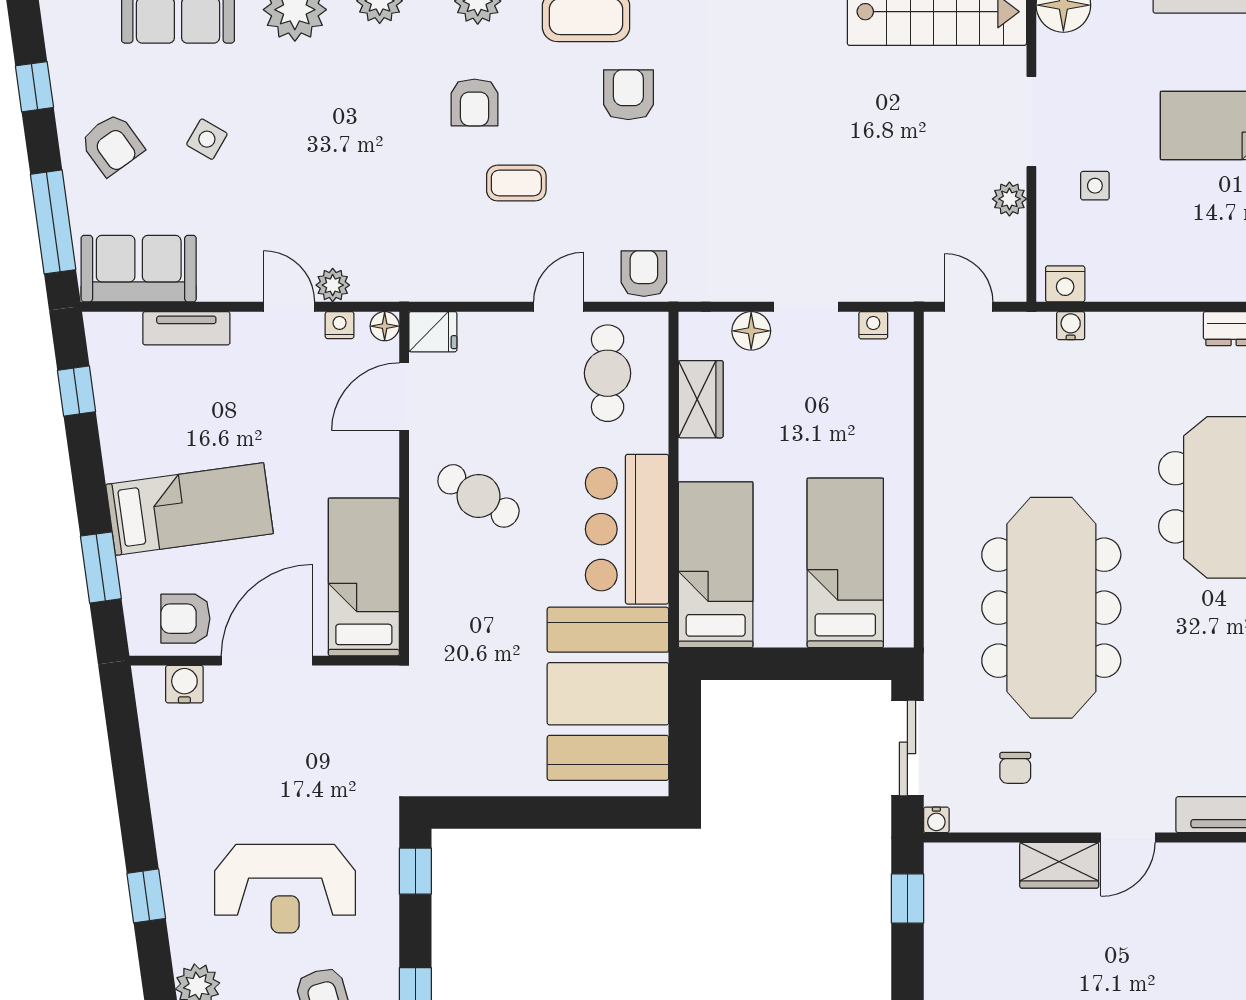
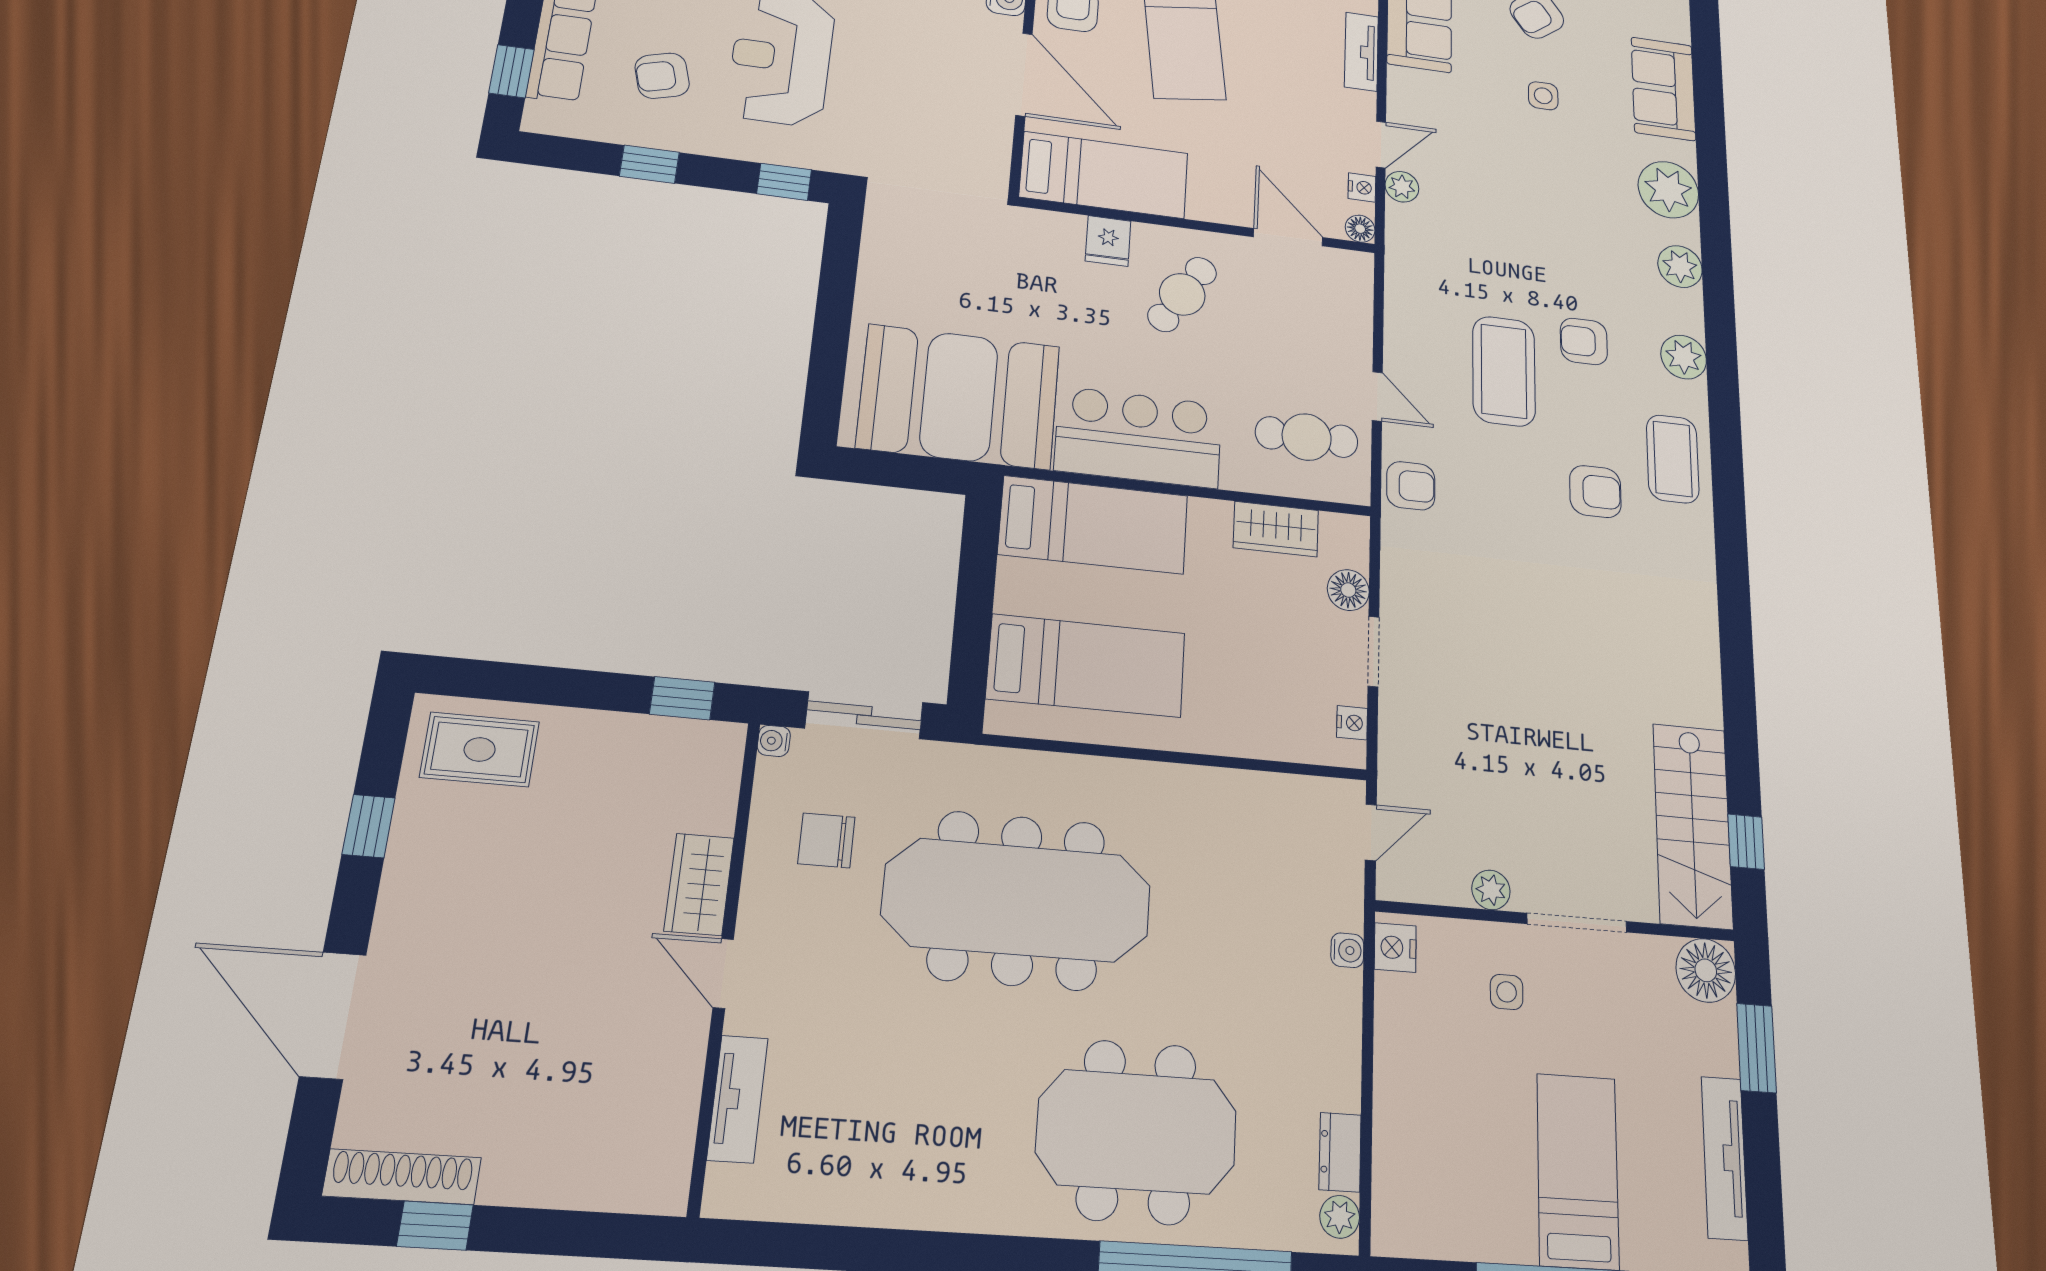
side table: (207, 139) -> (1543, 96), turned -30
coffee table: (516, 183) -> (1504, 371), width x1.86, depth x1.72
fridge: (433, 332) -> (1108, 241), moved
chair: (1015, 768) -> (826, 840), width x1.37, depth x1.37

